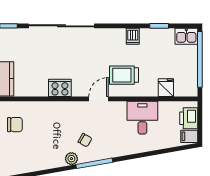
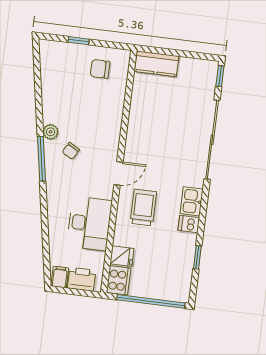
kitchen sink: (186, 36) -> (192, 201), moved
cooker: (60, 88) -> (119, 280), moved
door: (98, 99) -> (118, 173), hinge flipped
desk: (142, 118) -> (89, 223), width x1.37
chair: (15, 125) -> (100, 69), turned 90

